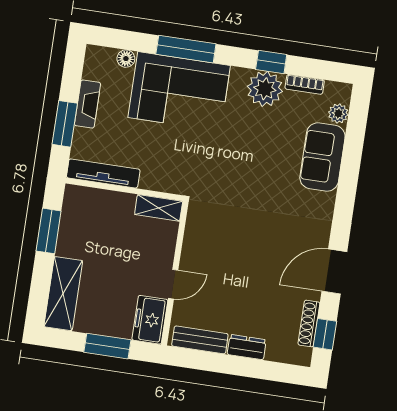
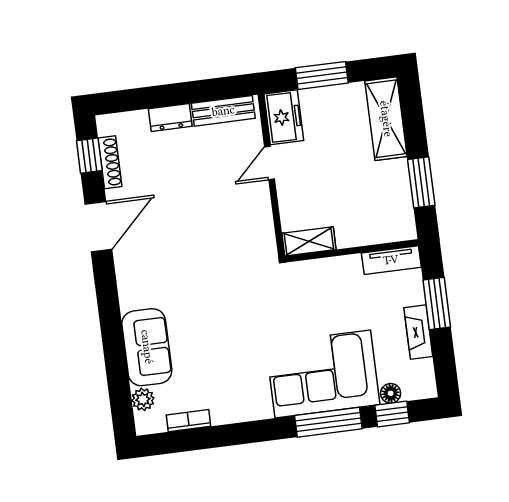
window: (271, 62) -> (392, 414), moved
plant: (265, 89) -> (230, 403), removed
tv unit: (103, 173) -> (391, 260), width x0.71

